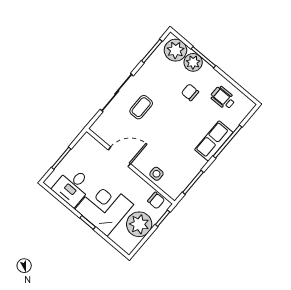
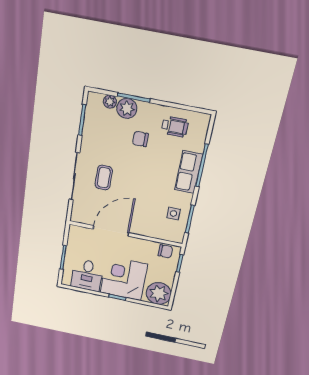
plant: (175, 50) -> (110, 102), width x0.53, depth x0.53
wheelchair: (223, 98) -> (175, 127), turned 180
door: (119, 157) -> (111, 231), width x1.36
side table: (156, 174) -> (173, 213), moved
plant: (139, 224) -> (159, 293), moved

